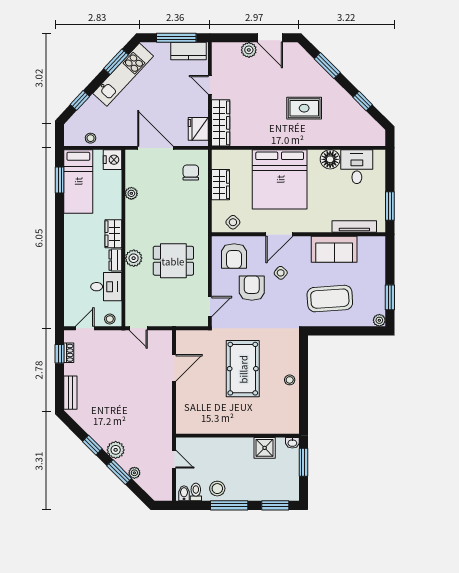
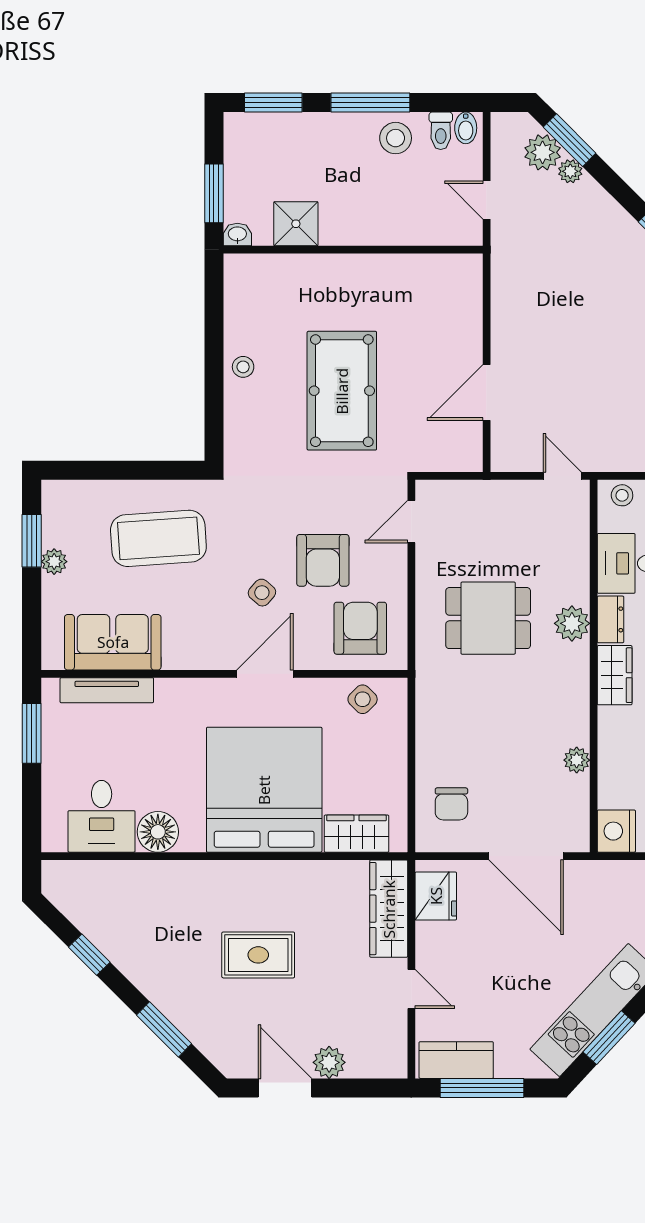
rug: (304, 108) -> (258, 955), moved
wardrobe: (220, 185) -> (356, 834), moved, turned 90
sofa: (334, 249) -> (113, 642), moved
plant: (379, 320) -> (54, 562), moved
plant: (116, 450) -> (543, 152), moved
window: (119, 472) -> (570, 140), moved

